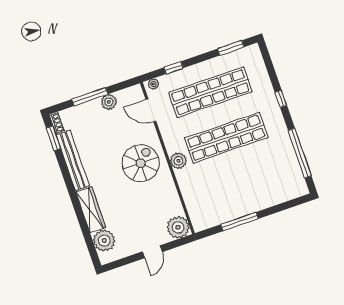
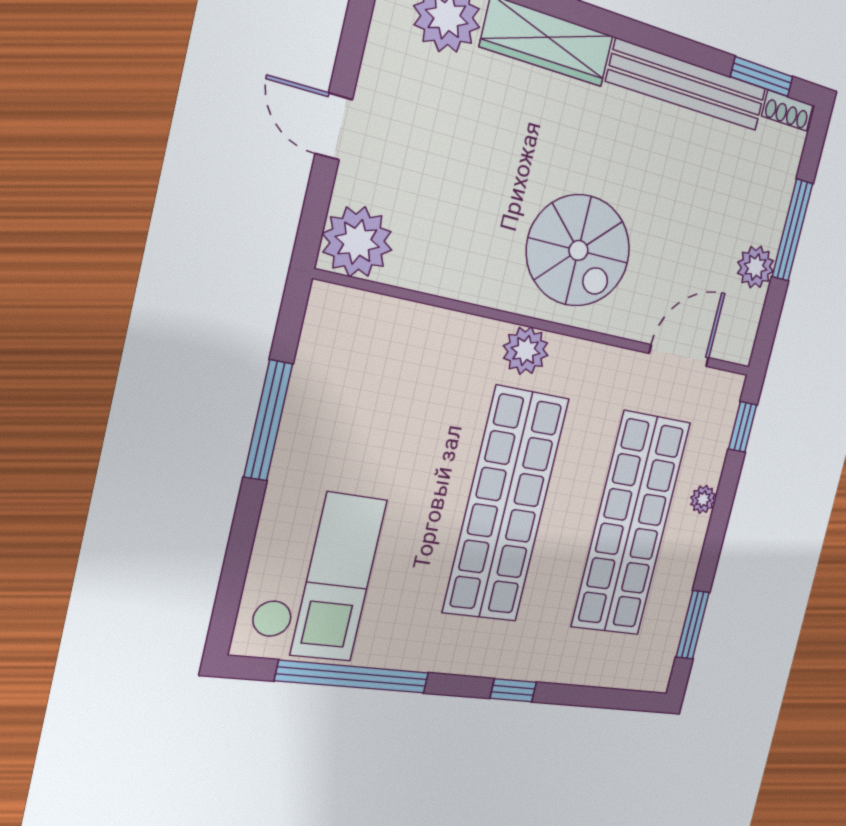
window: (174, 68) -> (743, 427), moved
plant: (153, 84) -> (703, 499), moved
checkout: (275, 182) -> (317, 575), added

